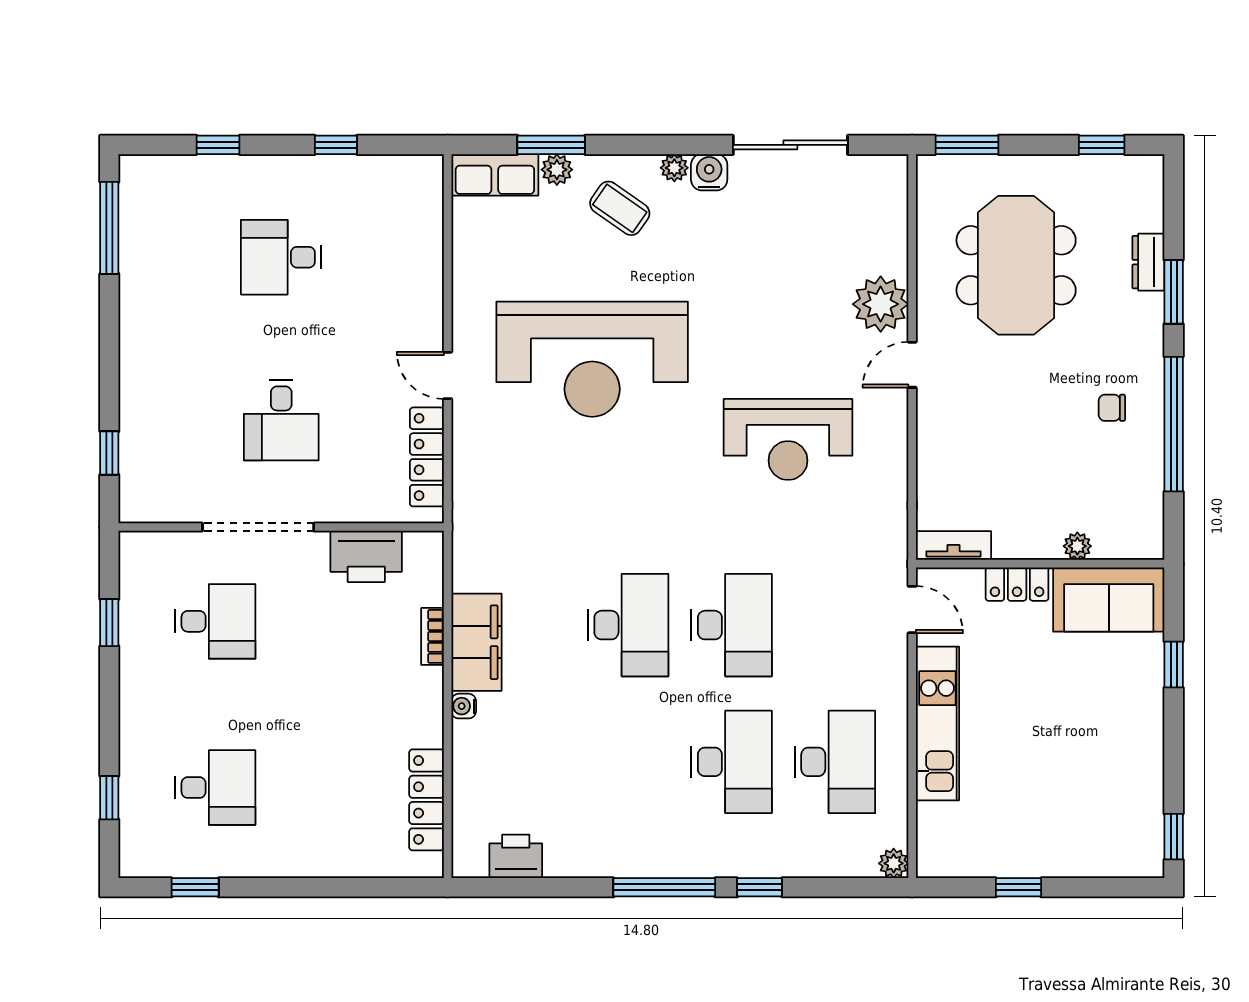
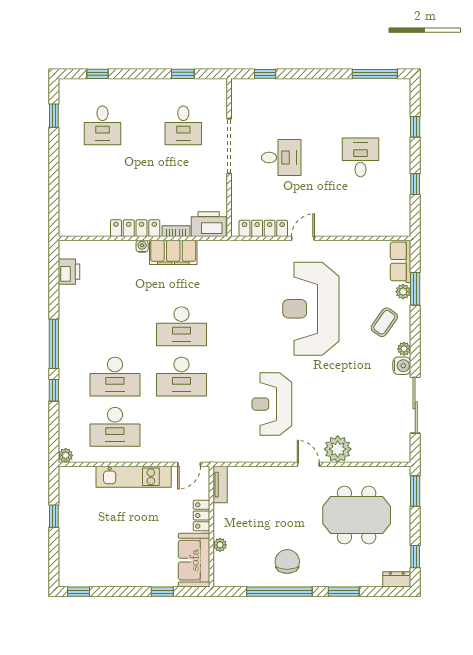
dresser: (1148, 262) -> (397, 579), moved
chair: (1112, 408) -> (287, 562), width x1.87, depth x1.87
desk: (281, 420) -> (281, 157), turned 180
printer: (366, 556) -> (209, 224), moved, turned 90
locker: (427, 800) -> (135, 228), moved

